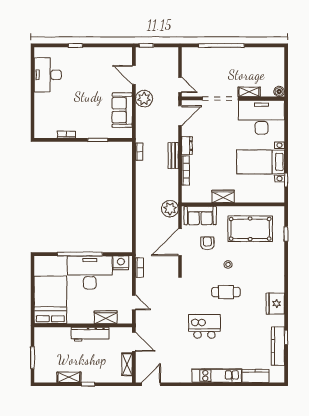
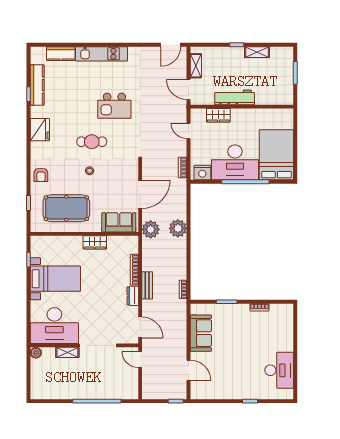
plant: (144, 99) -> (178, 228), moved
door: (180, 116) -> (140, 327), swing flipped
armchair: (207, 243) -> (41, 175), moved
bed: (50, 300) -> (276, 155), moved, turned 180

